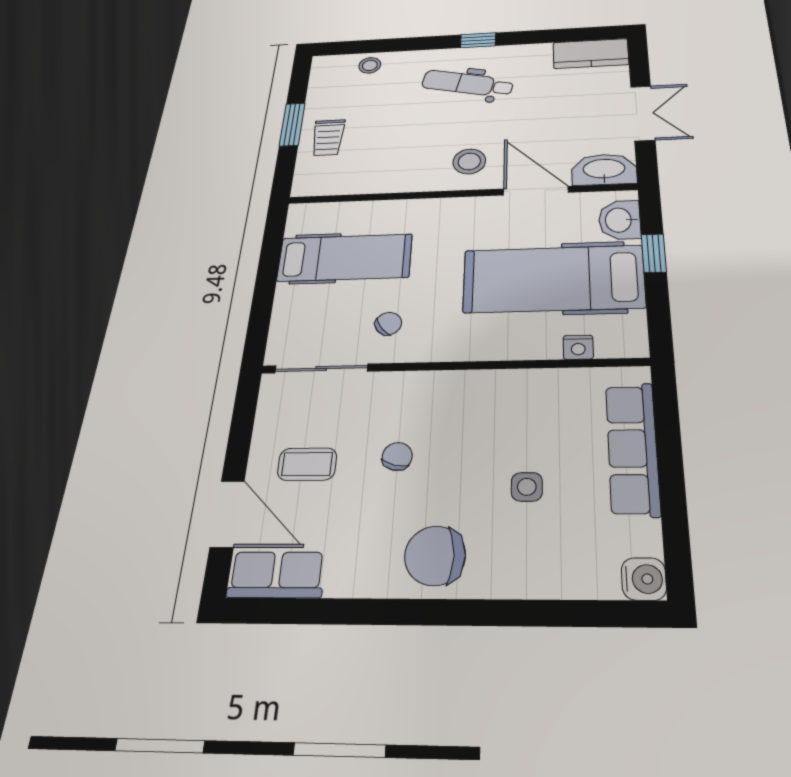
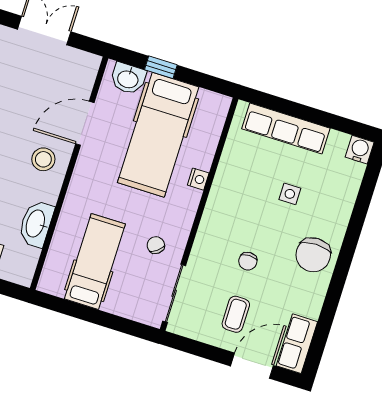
washbasin: (604, 169) -> (36, 224), moved
nightstand: (578, 347) -> (198, 179), moved
chair: (397, 456) -> (248, 261), turned -104

